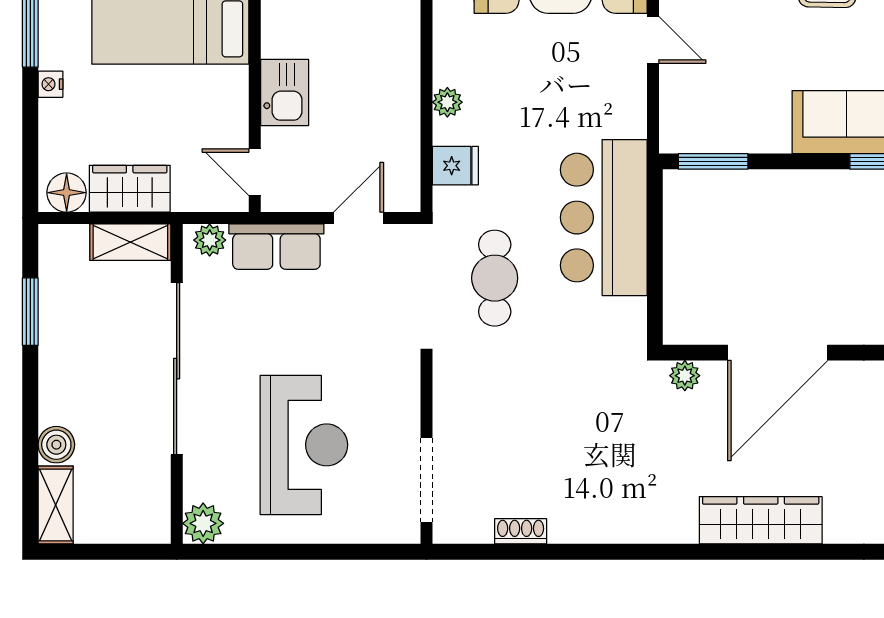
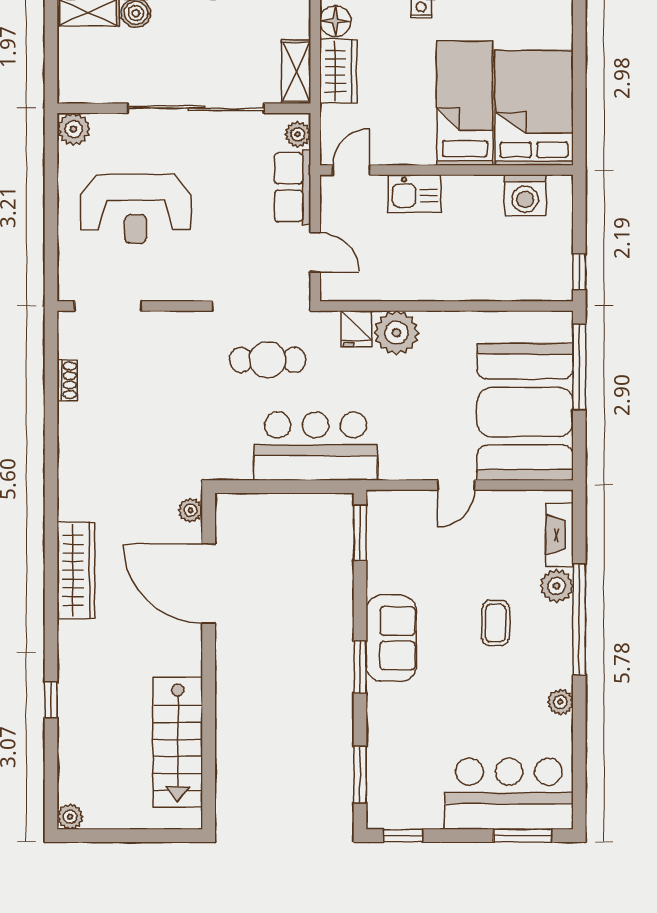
plant: (447, 102) -> (396, 333), width x1.88, depth x1.88

